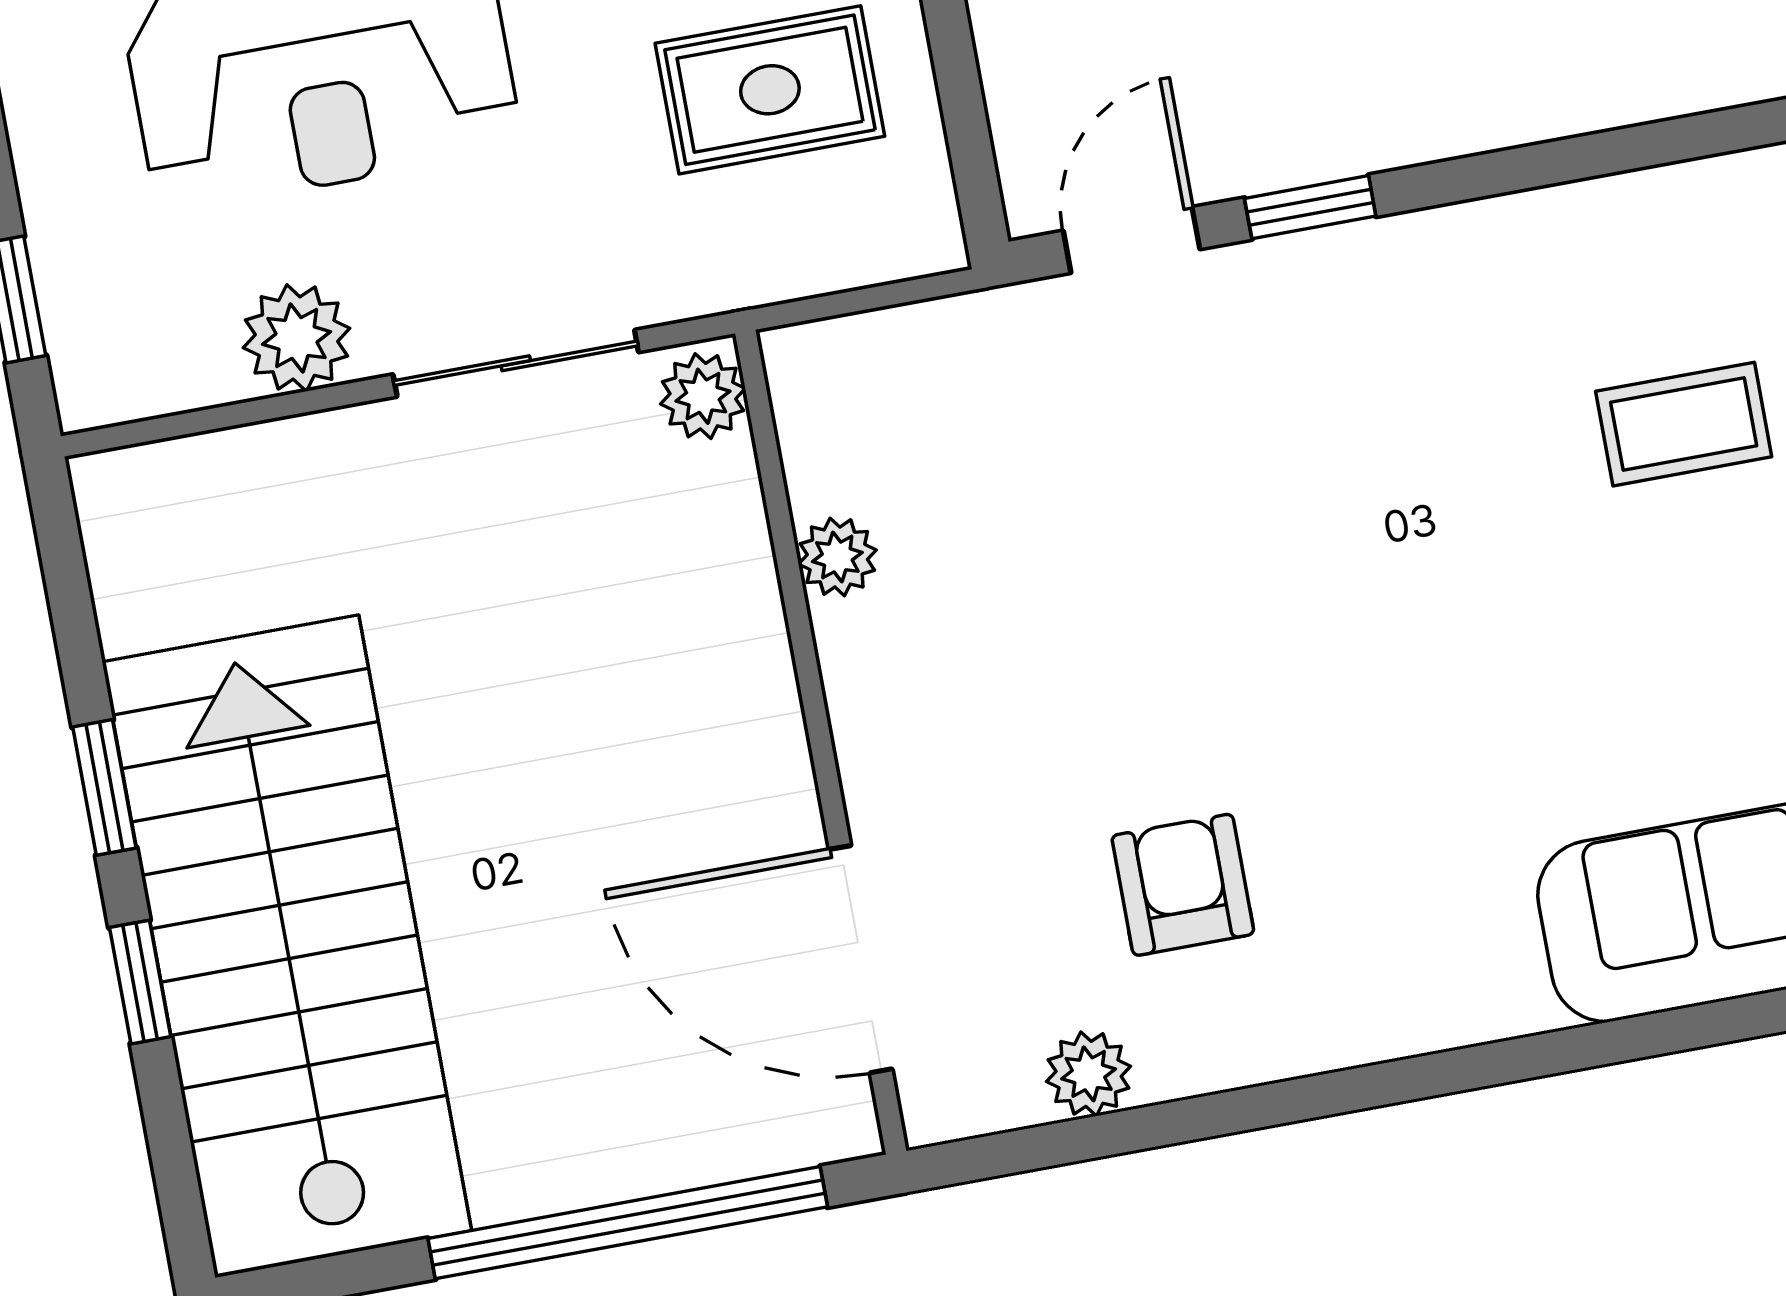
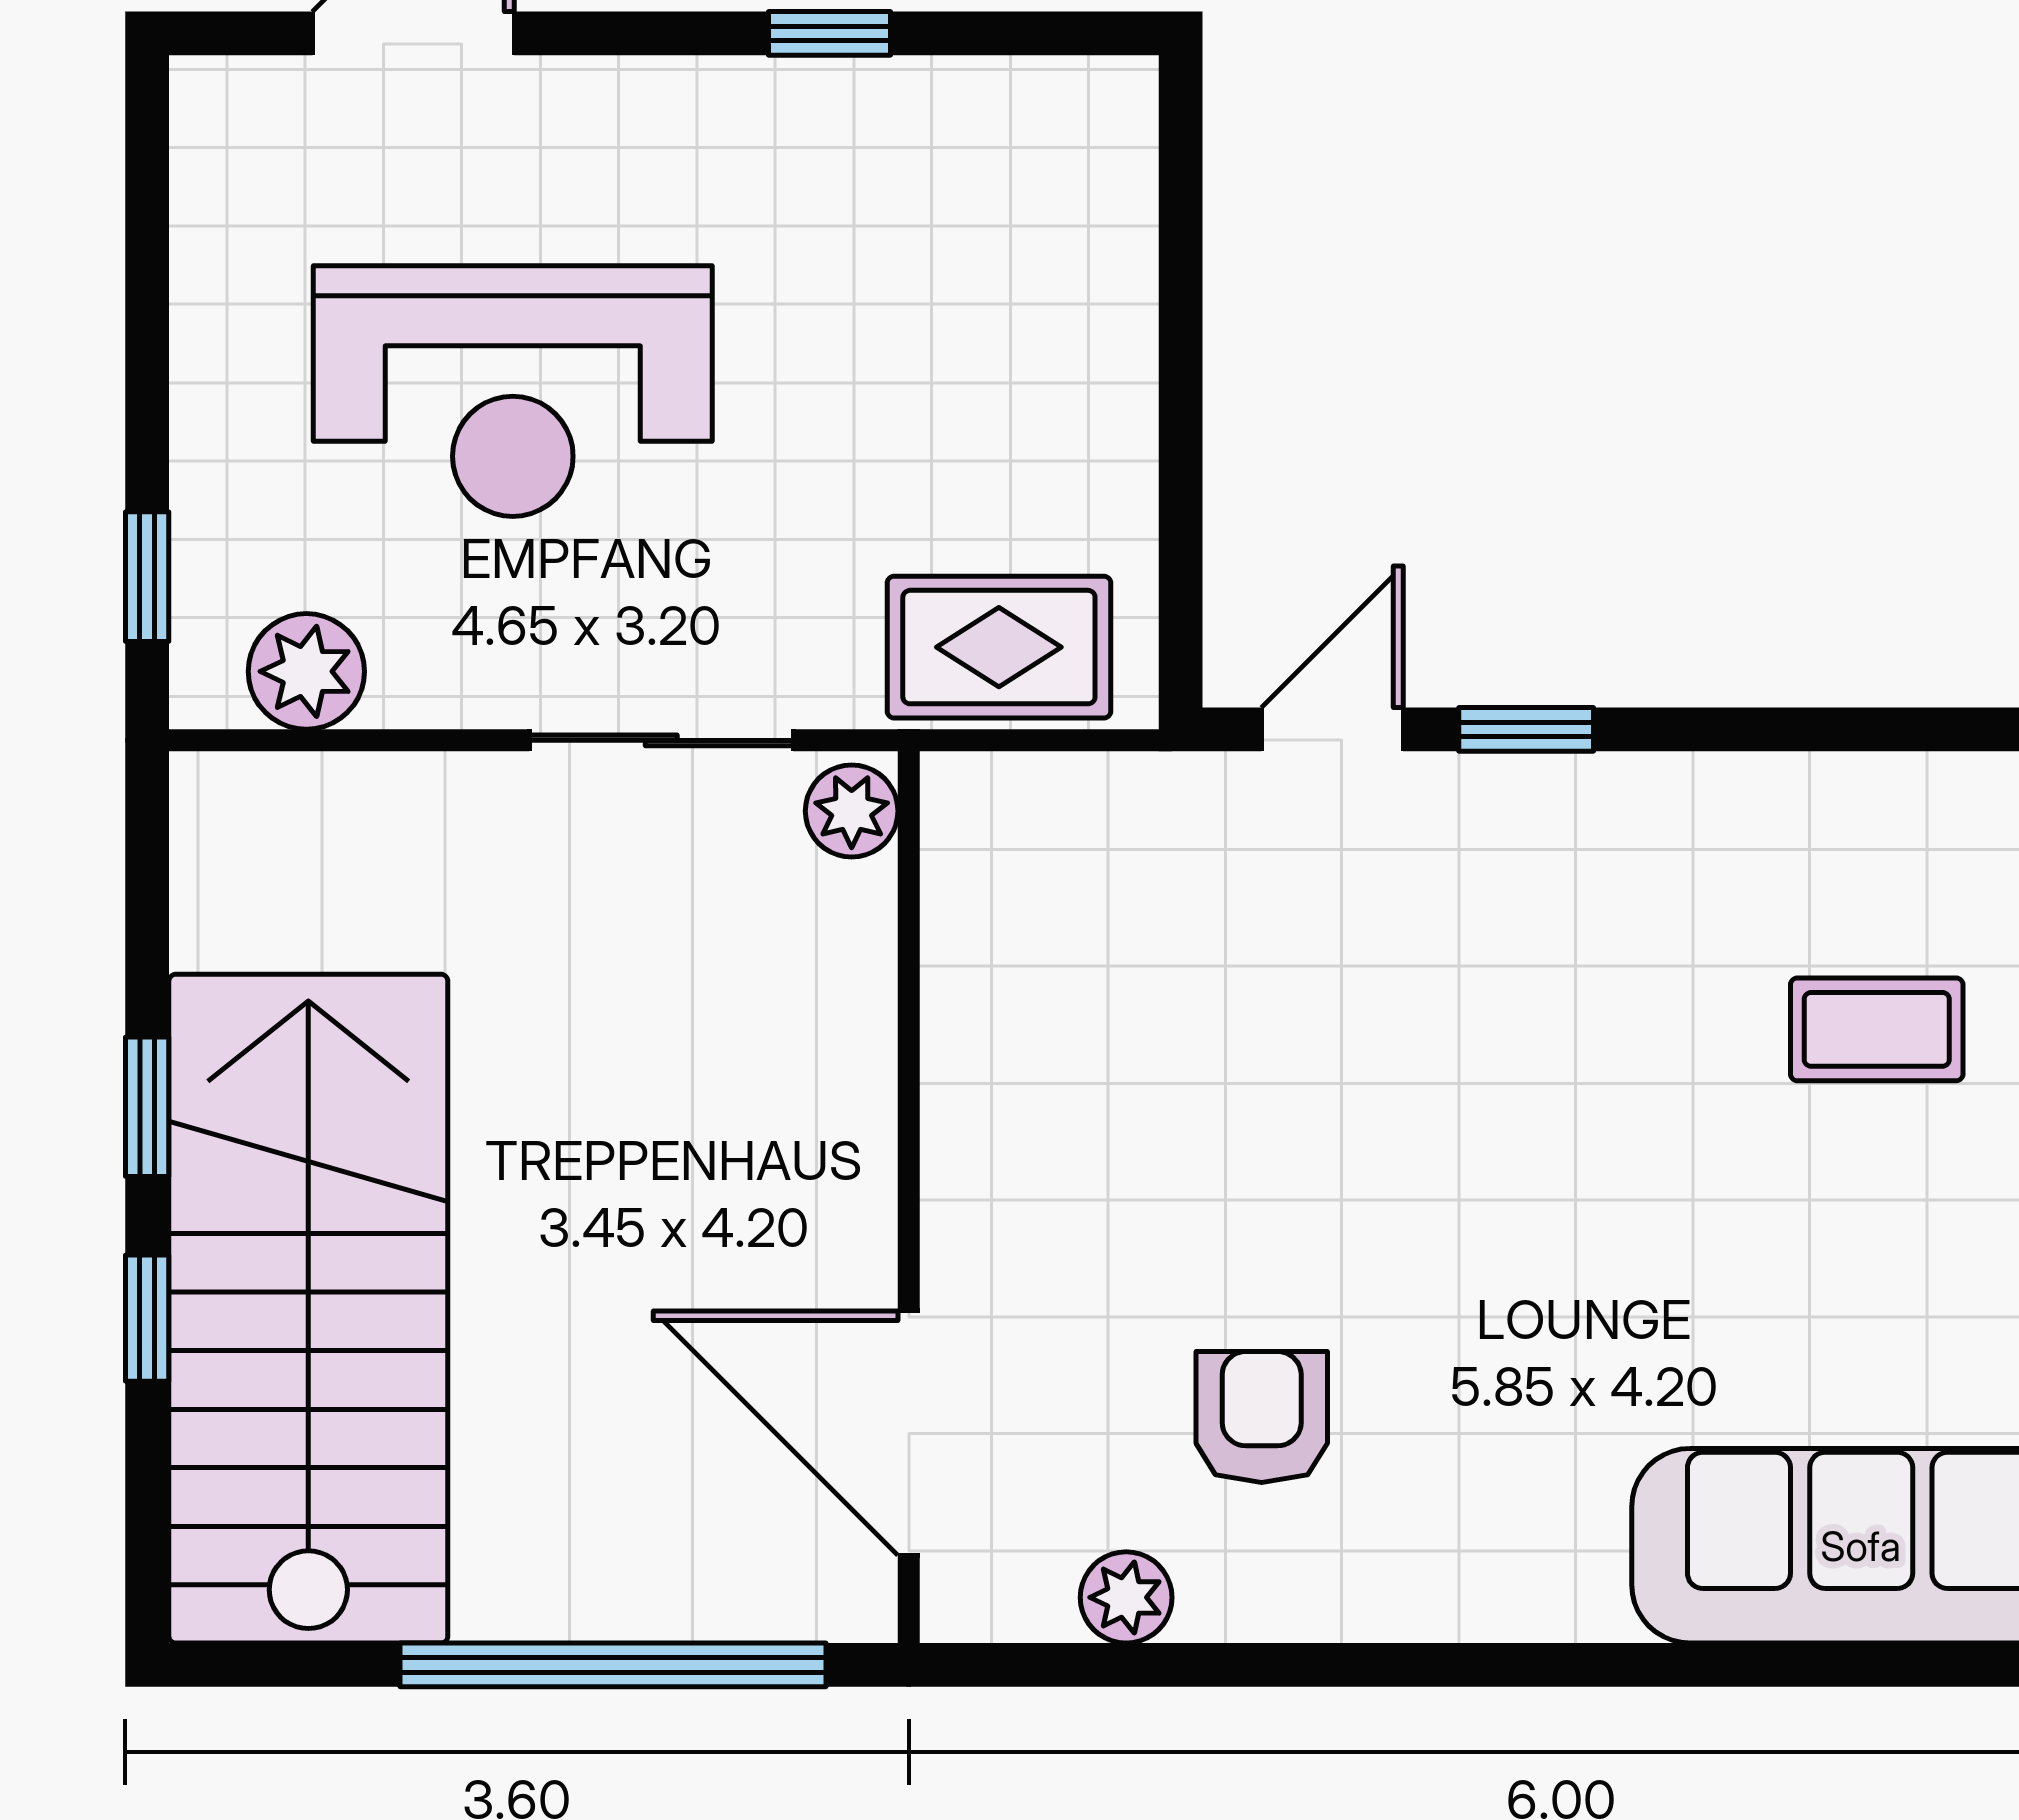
rug: (770, 90) -> (999, 647), moved
plant: (297, 338) -> (306, 671), moved
plant: (837, 557) -> (962, 1006), removed

